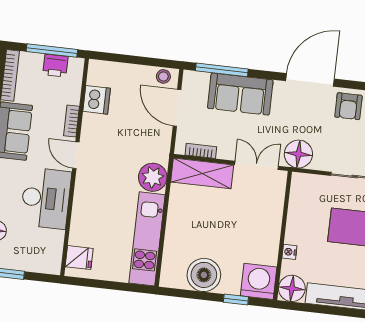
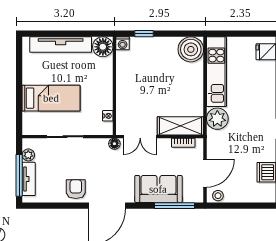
door: (177, 108) -> (205, 173), hinge flipped
floor lamp: (298, 154) -> (114, 144), width x0.53, depth x0.53
nightstand: (289, 252) -> (108, 116), moved
boiler: (204, 275) -> (191, 49), moved
washing machine: (259, 281) -> (123, 43), width x0.53, depth x0.53

